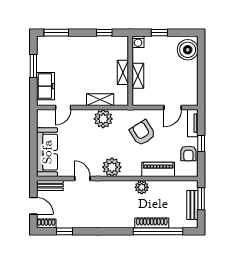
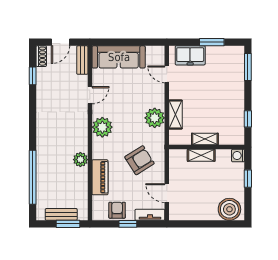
armchair: (188, 153) -> (117, 210), turned 90
shoe rack: (152, 223) -> (42, 170), removed

